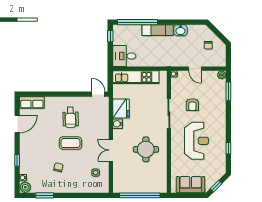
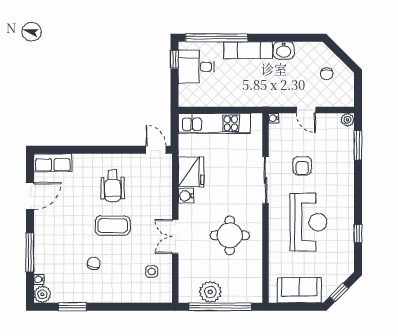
desk: (124, 56) -> (196, 67), moved
window: (17, 160) -> (30, 253), width x2.17
plant: (133, 186) -> (210, 292), added

